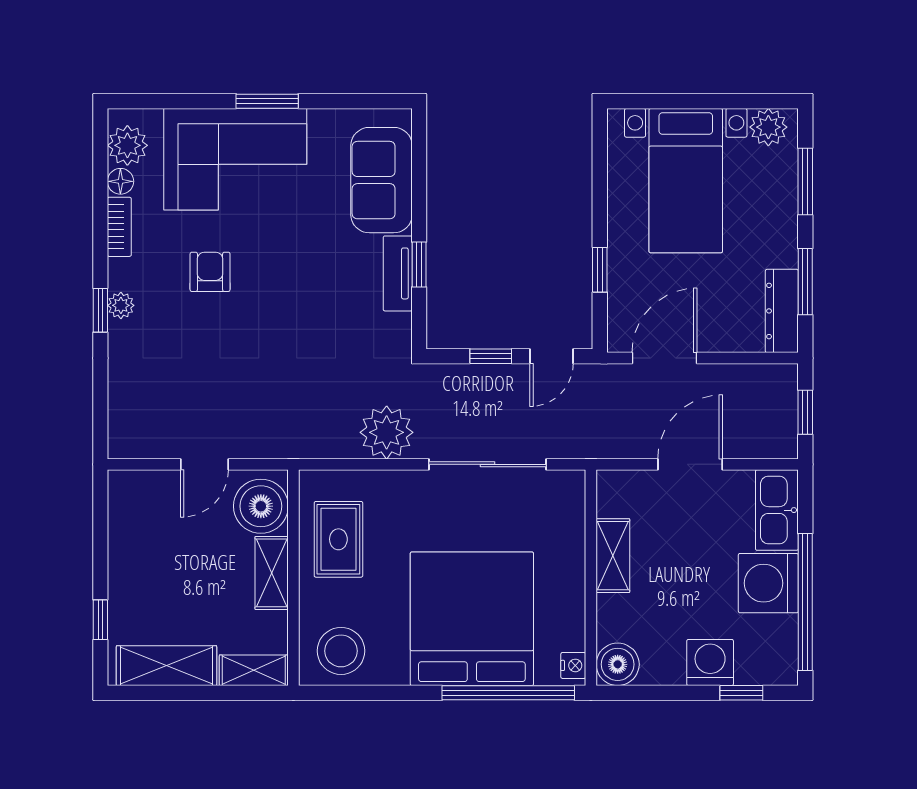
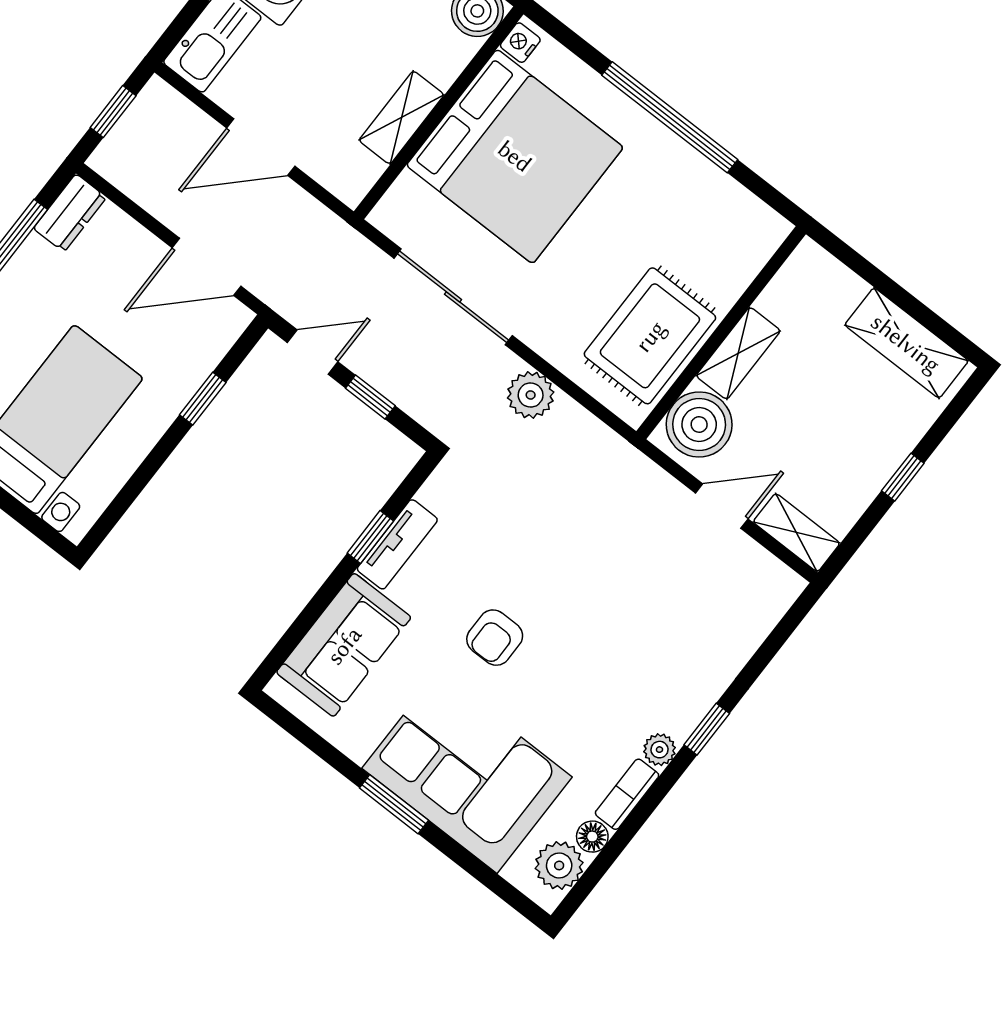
armchair: (210, 272) -> (495, 638), moved
plant: (121, 305) -> (660, 750), moved
dresser: (782, 311) -> (70, 213), width x0.70
plant: (387, 432) -> (531, 395), width x0.73, depth x0.73
rug: (338, 539) -> (650, 336), width x1.36, depth x1.43
bed: (472, 619) -> (515, 156), moved, turned -90
window: (100, 620) -> (903, 477), moved
stool: (341, 651) -> (730, 228), removed
shelving: (254, 670) -> (797, 533), moved
window: (508, 693) -> (670, 117), moved

